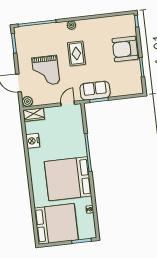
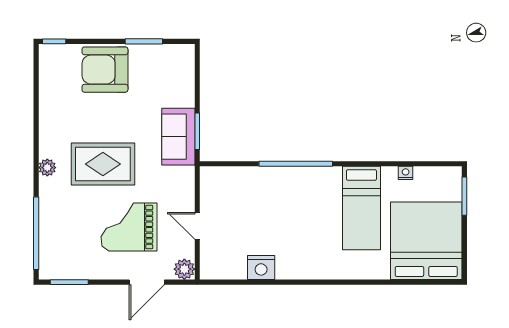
armchair: (125, 49) -> (105, 70), turned 90
rug: (76, 54) -> (103, 164), width x1.36, depth x1.43
grand piano: (46, 71) -> (129, 227), turned 180
door: (68, 104) -> (197, 226), moved
wardrobe: (34, 115) -> (211, 260), removed
bed: (68, 179) -> (361, 208), width x0.49

